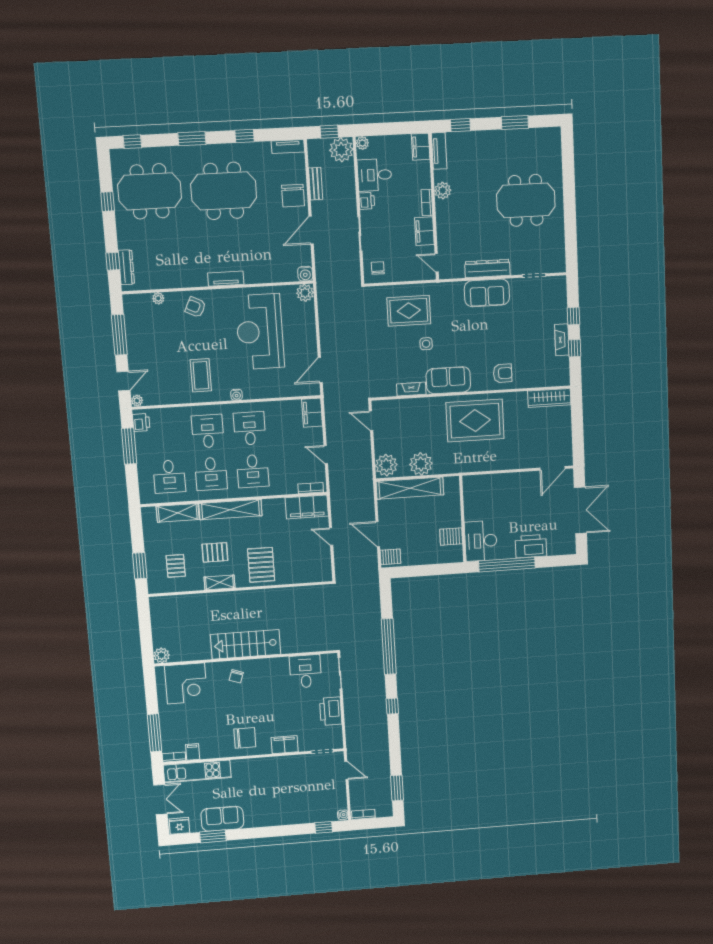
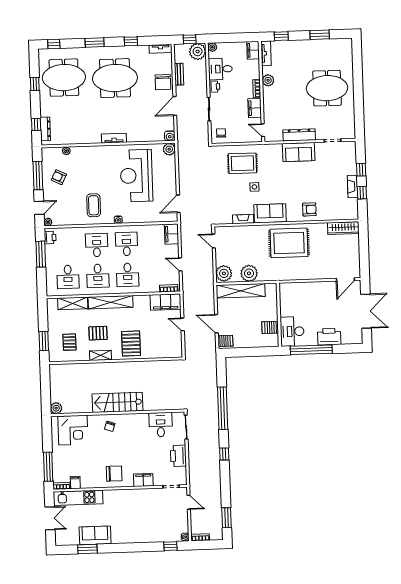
armchair: (195, 307) -> (59, 177), moved
fridge: (179, 826) -> (63, 539), removed

